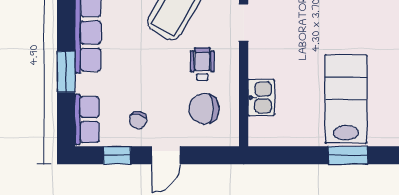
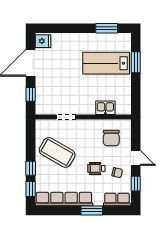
wheelchair: (202, 64) -> (96, 168), moved

